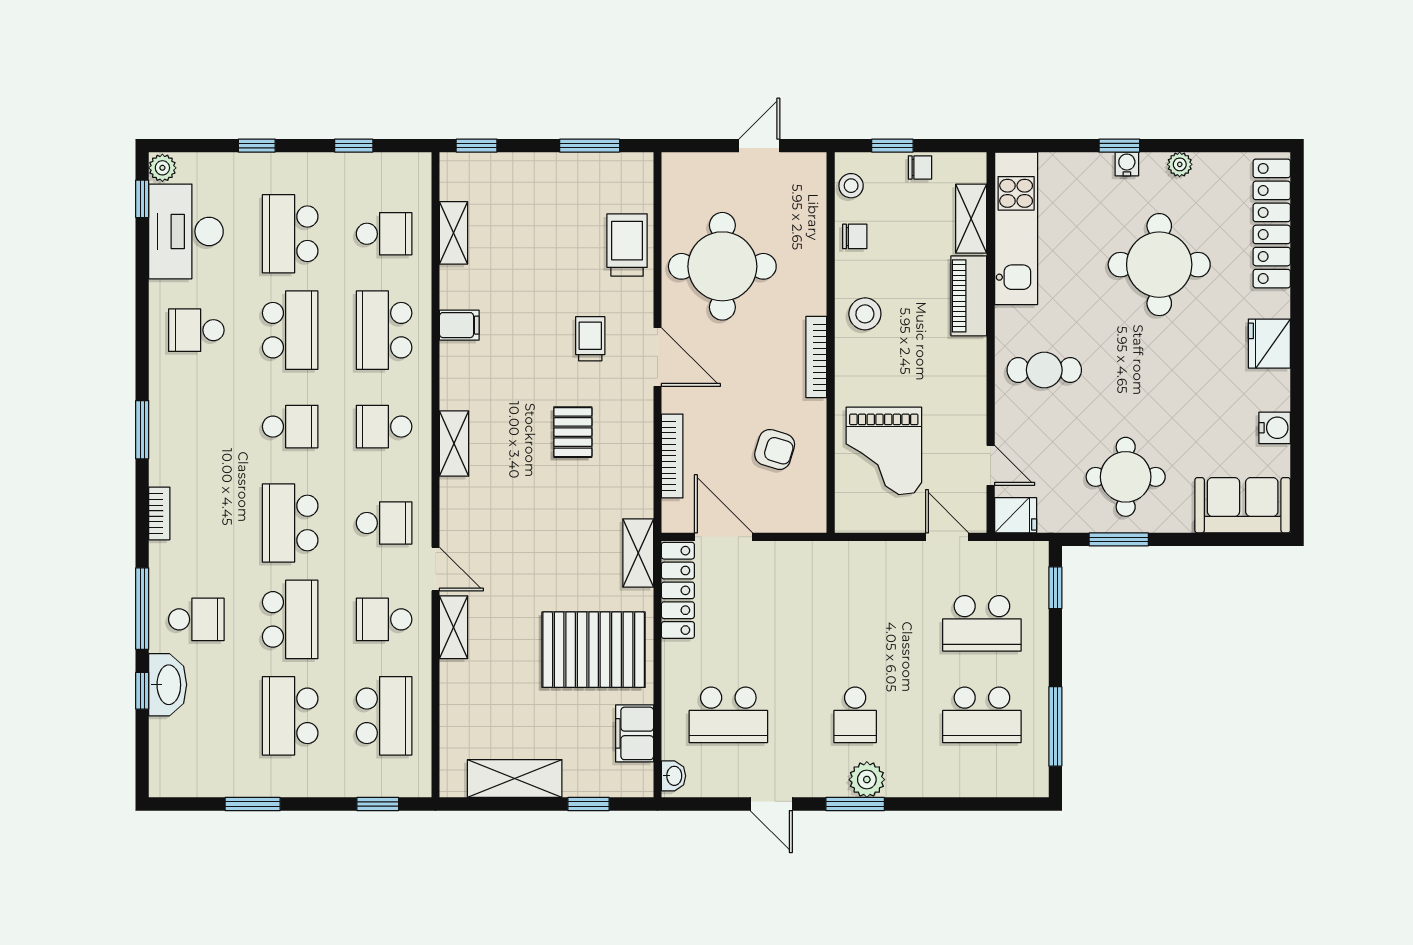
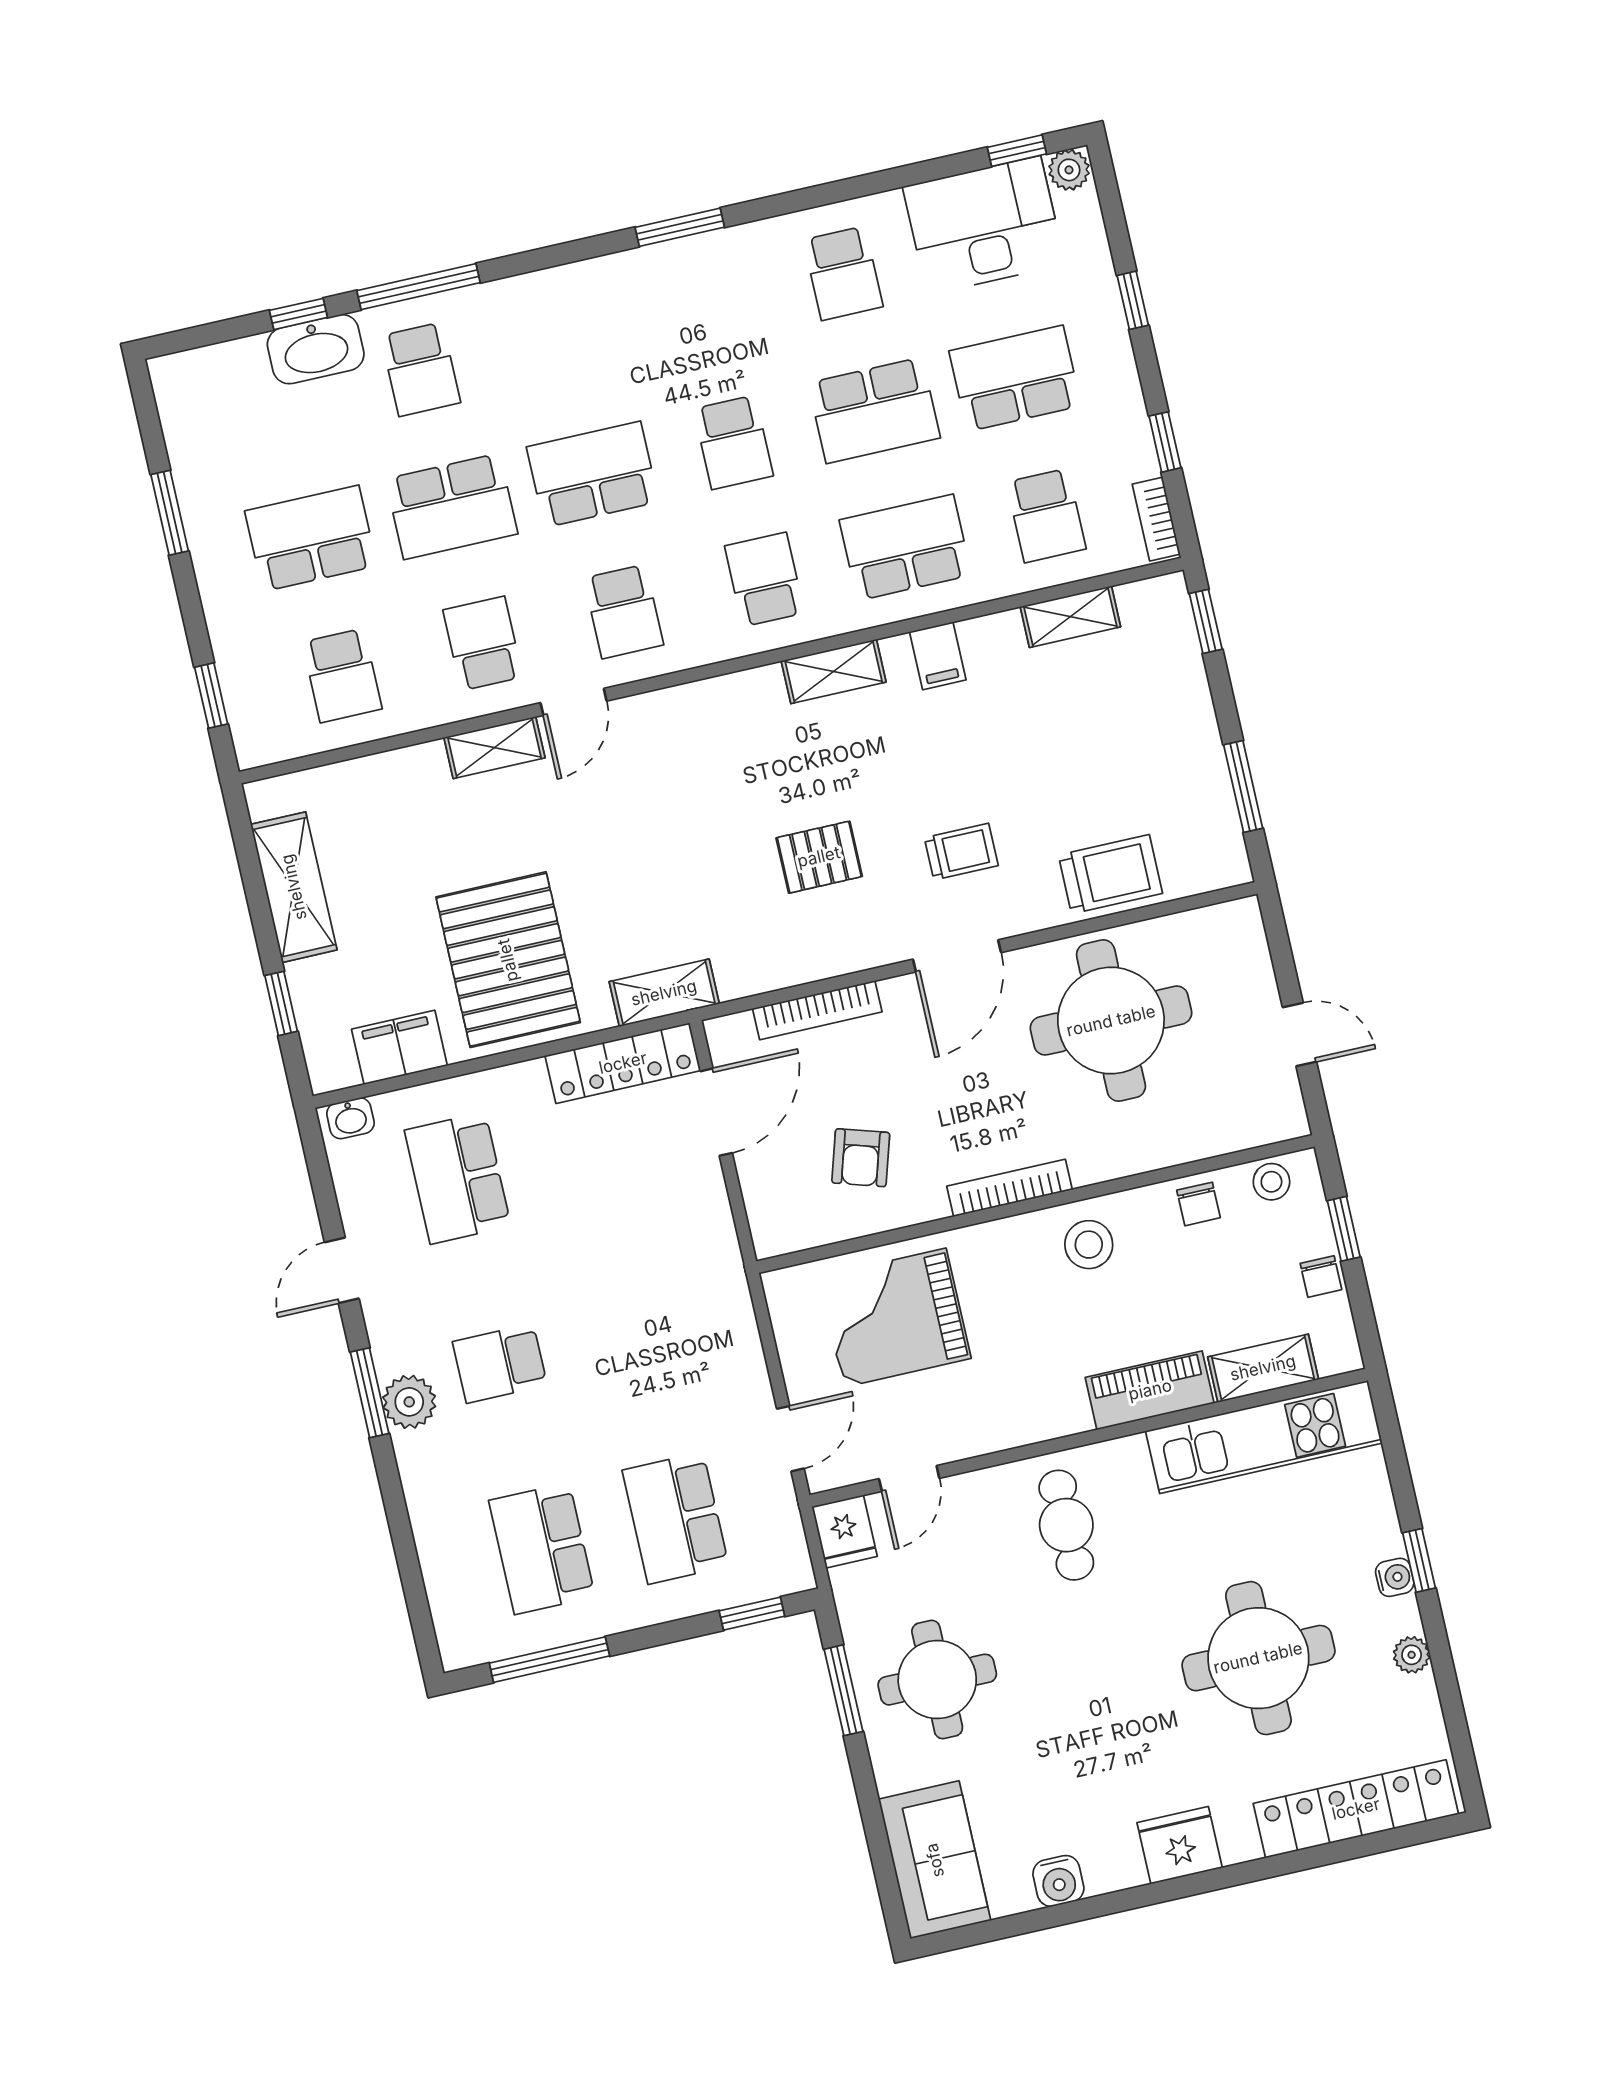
school desk: (196, 330) -> (843, 273), turned 180
shelving: (454, 444) -> (834, 671), moved
bookcase: (159, 513) -> (1156, 519), moved, turned 90
school desk: (384, 716) -> (342, 675), width x0.54

